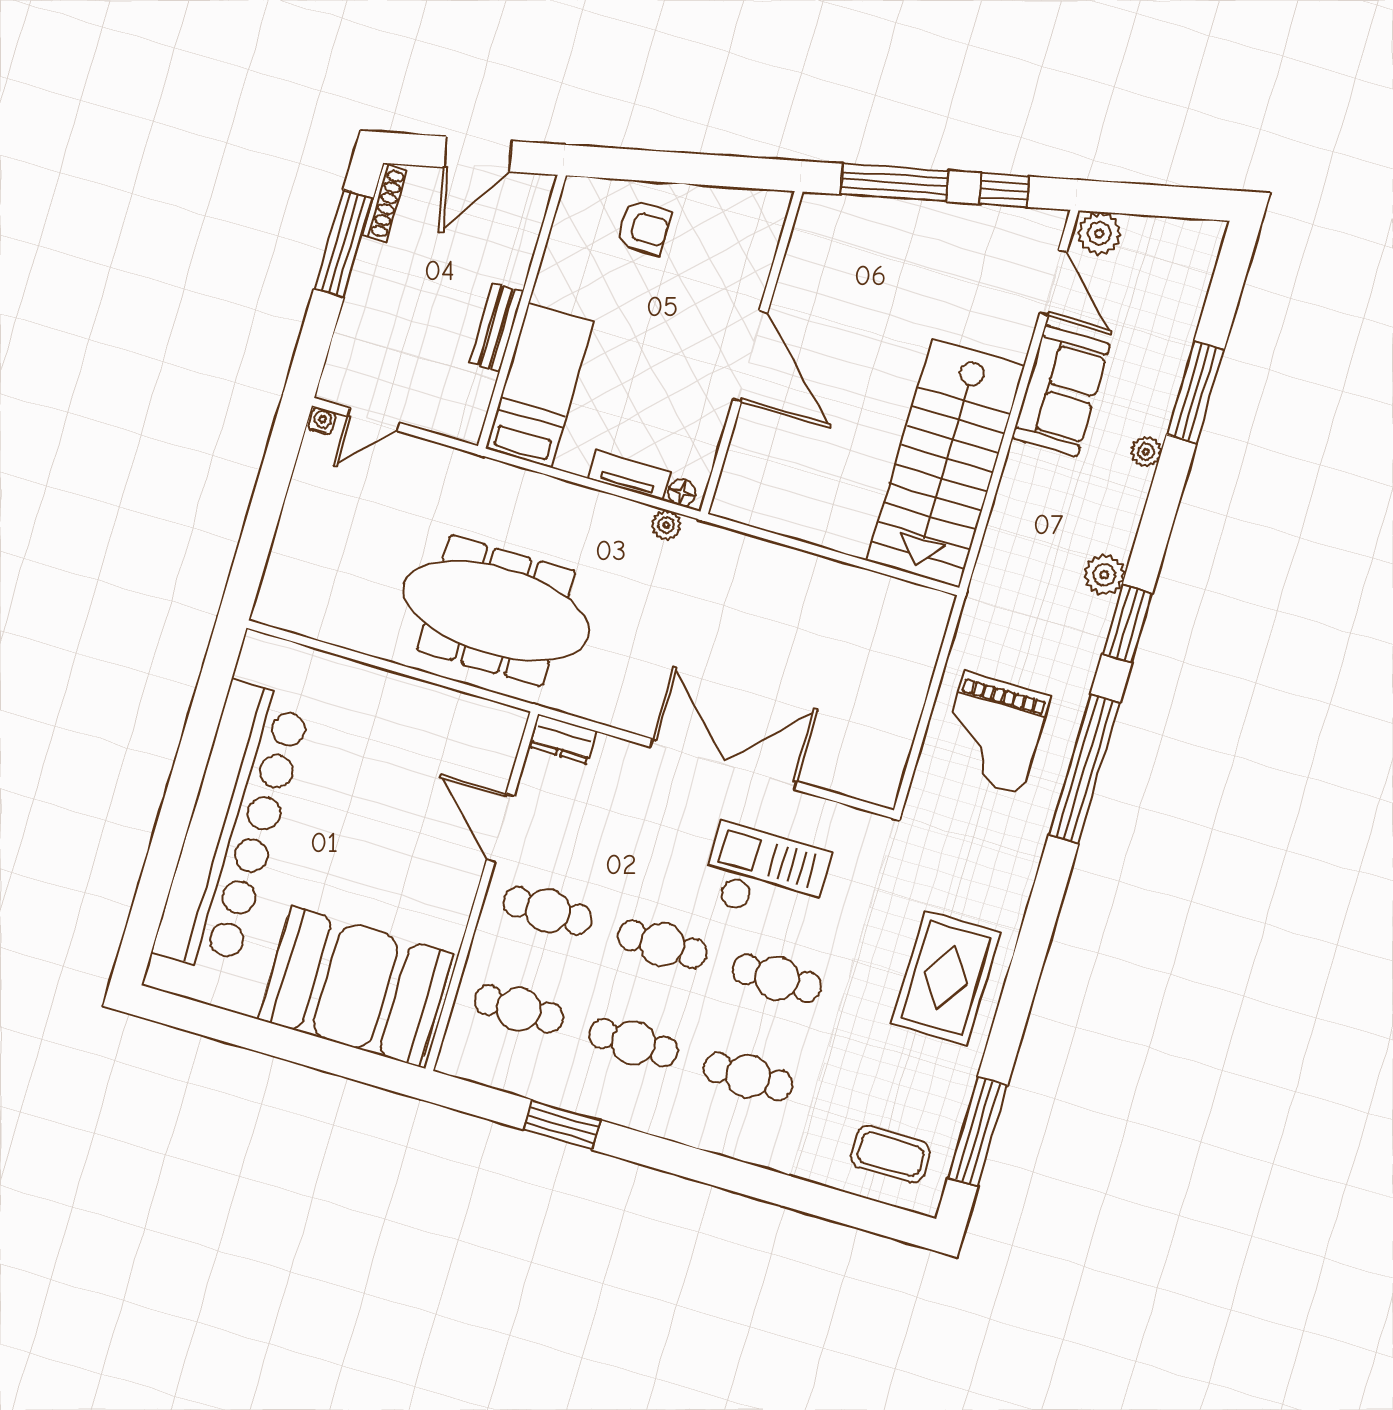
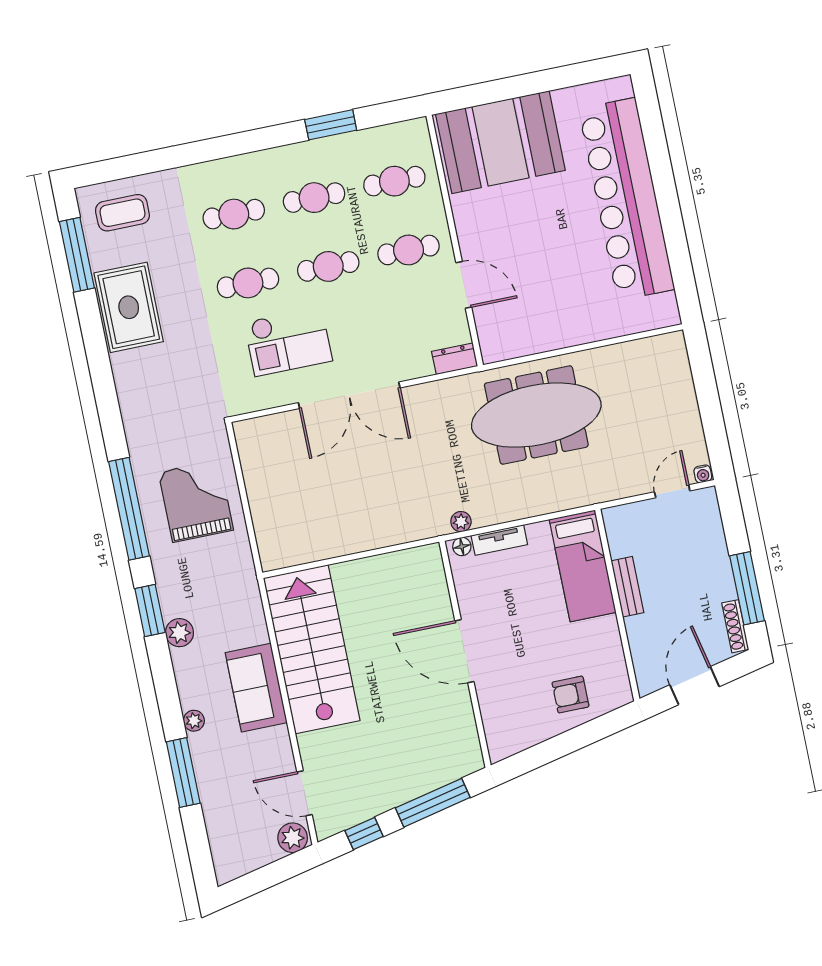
sofa: (1061, 391) -> (256, 688), moved
rug: (946, 978) -> (129, 307), moved

